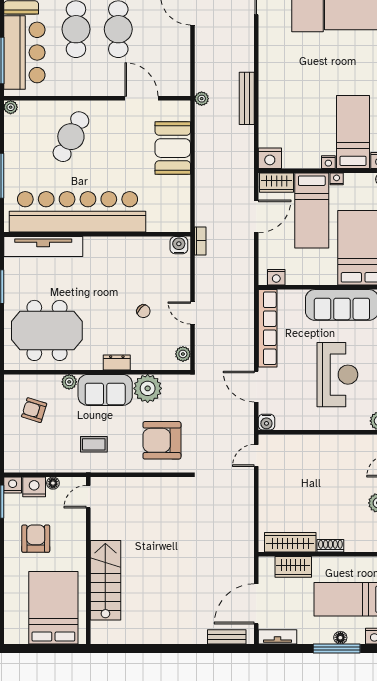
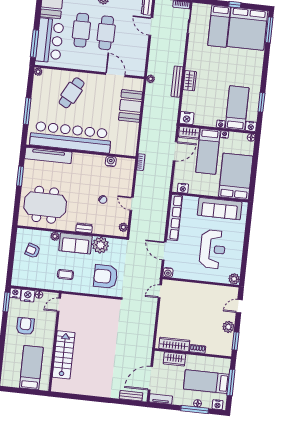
wardrobe: (268, 95) -> (190, 81), added
water cooler: (179, 245) -> (111, 161), moved
bed: (53, 608) -> (31, 368), width x0.67

